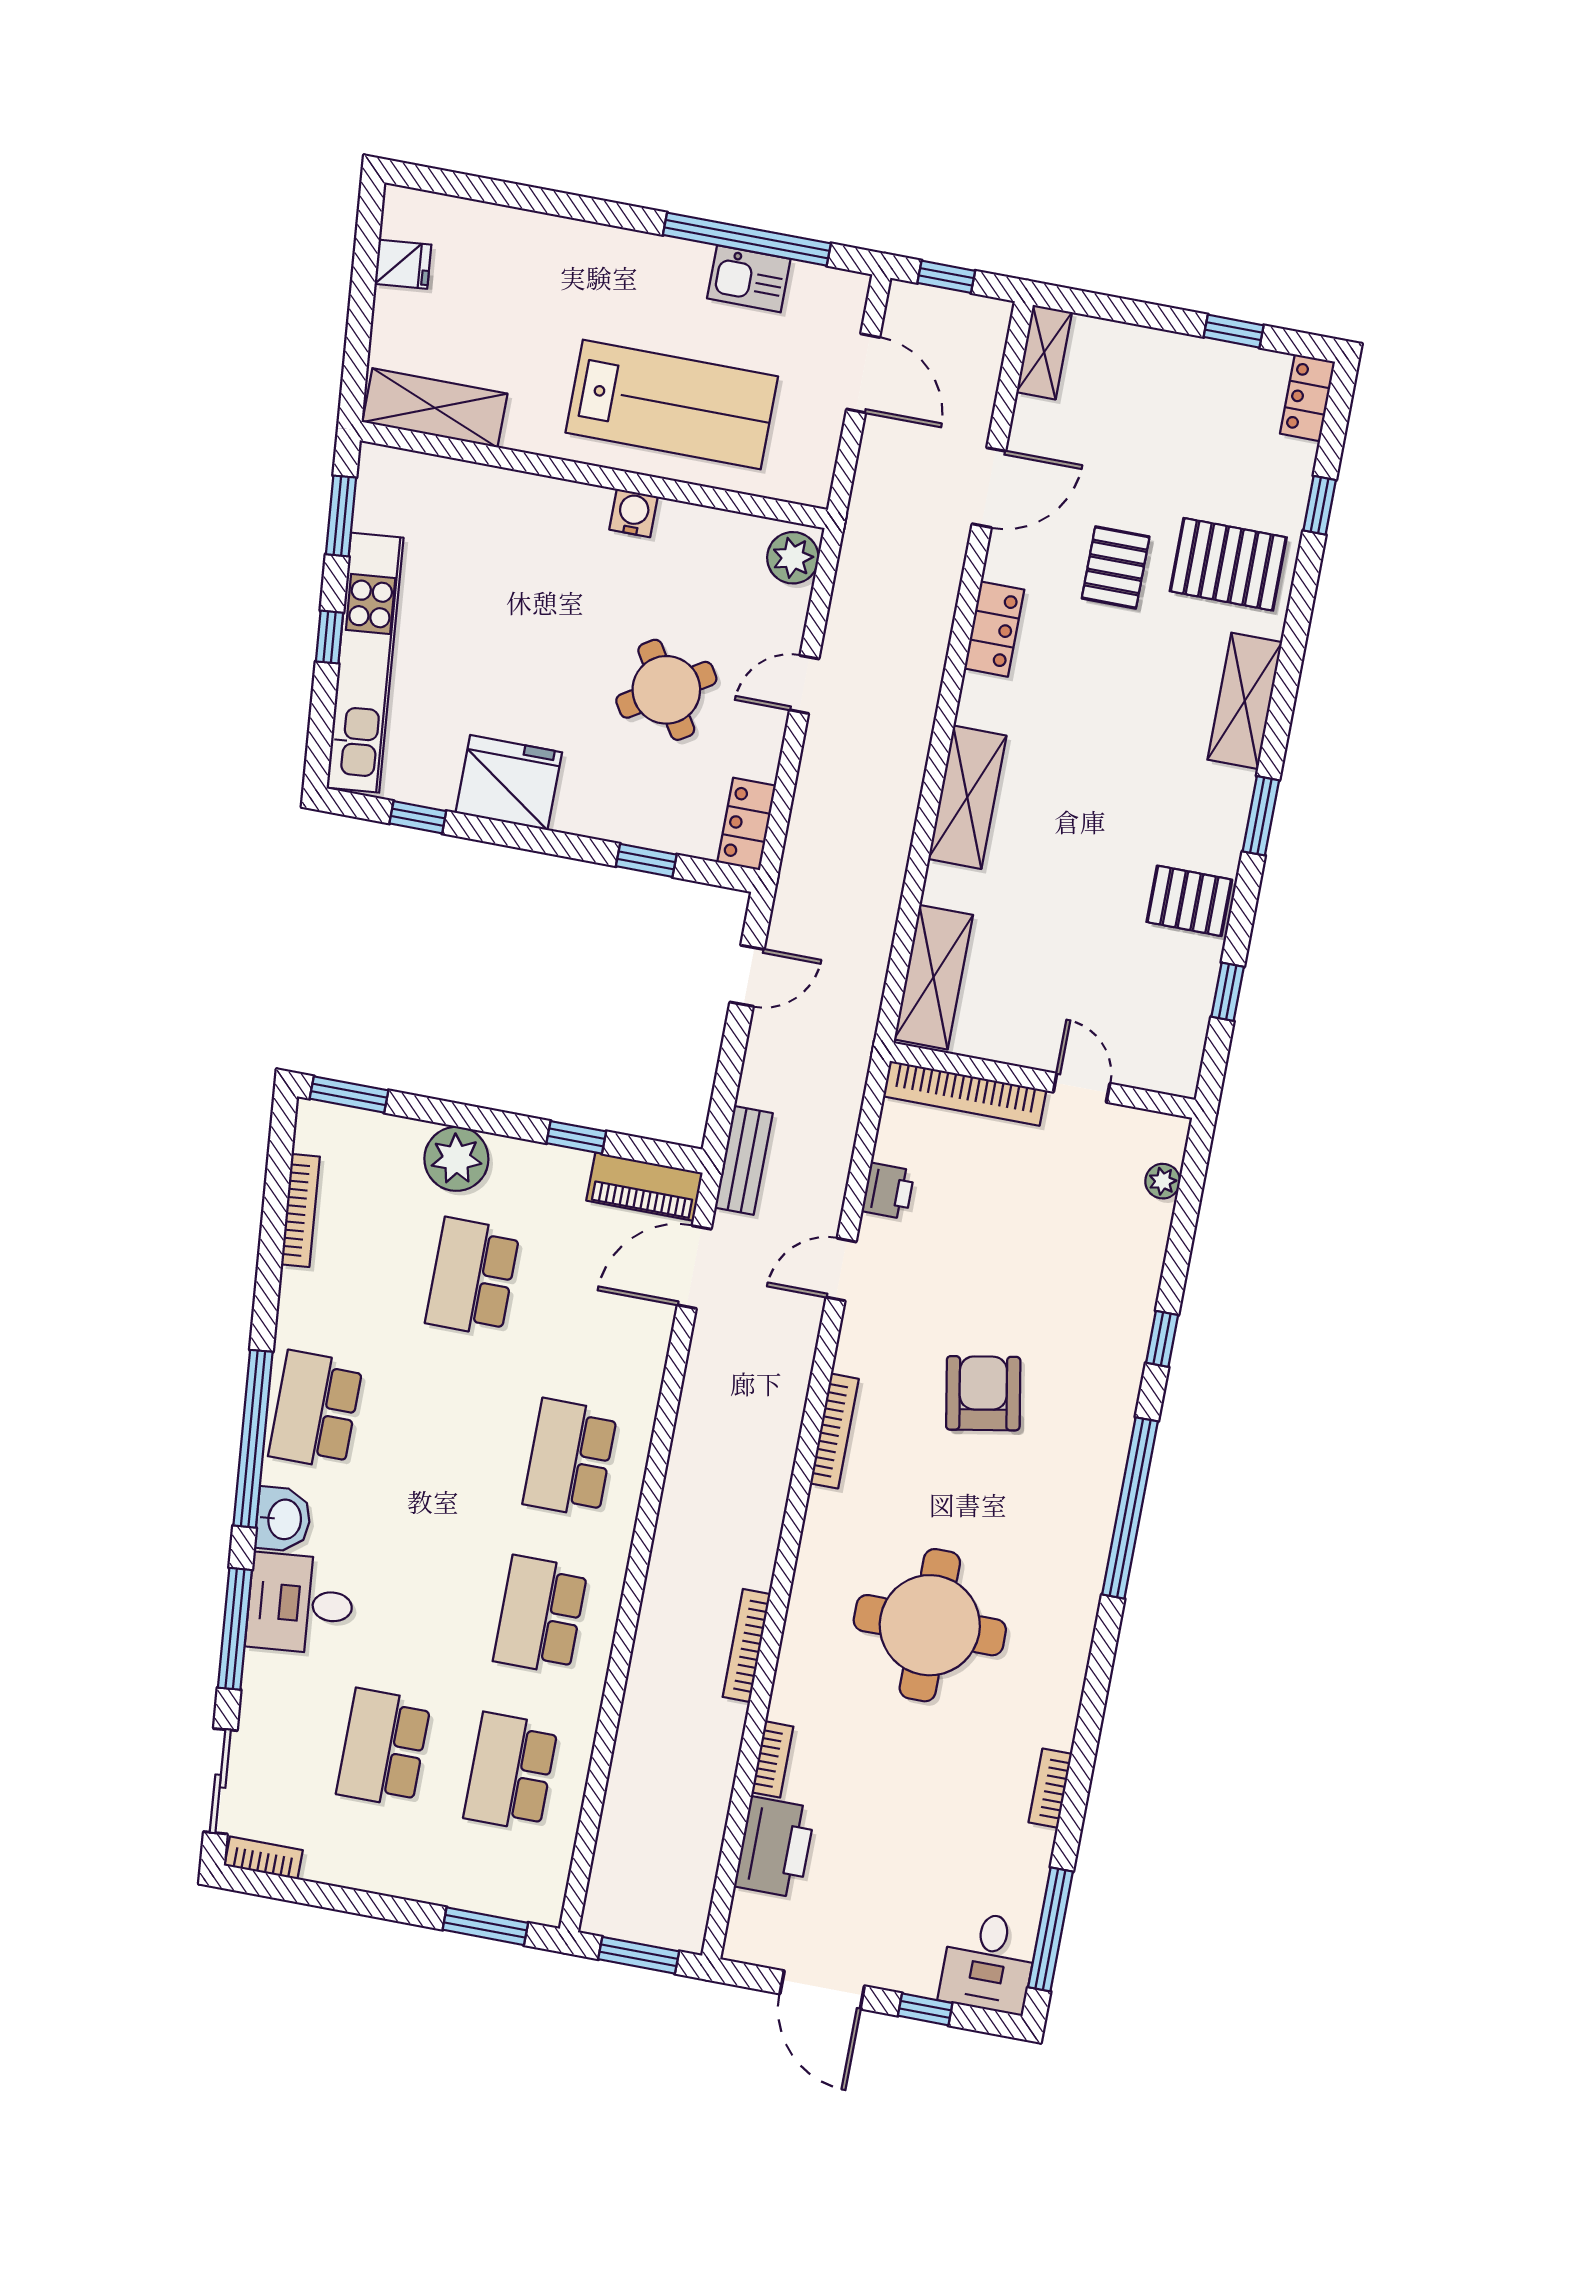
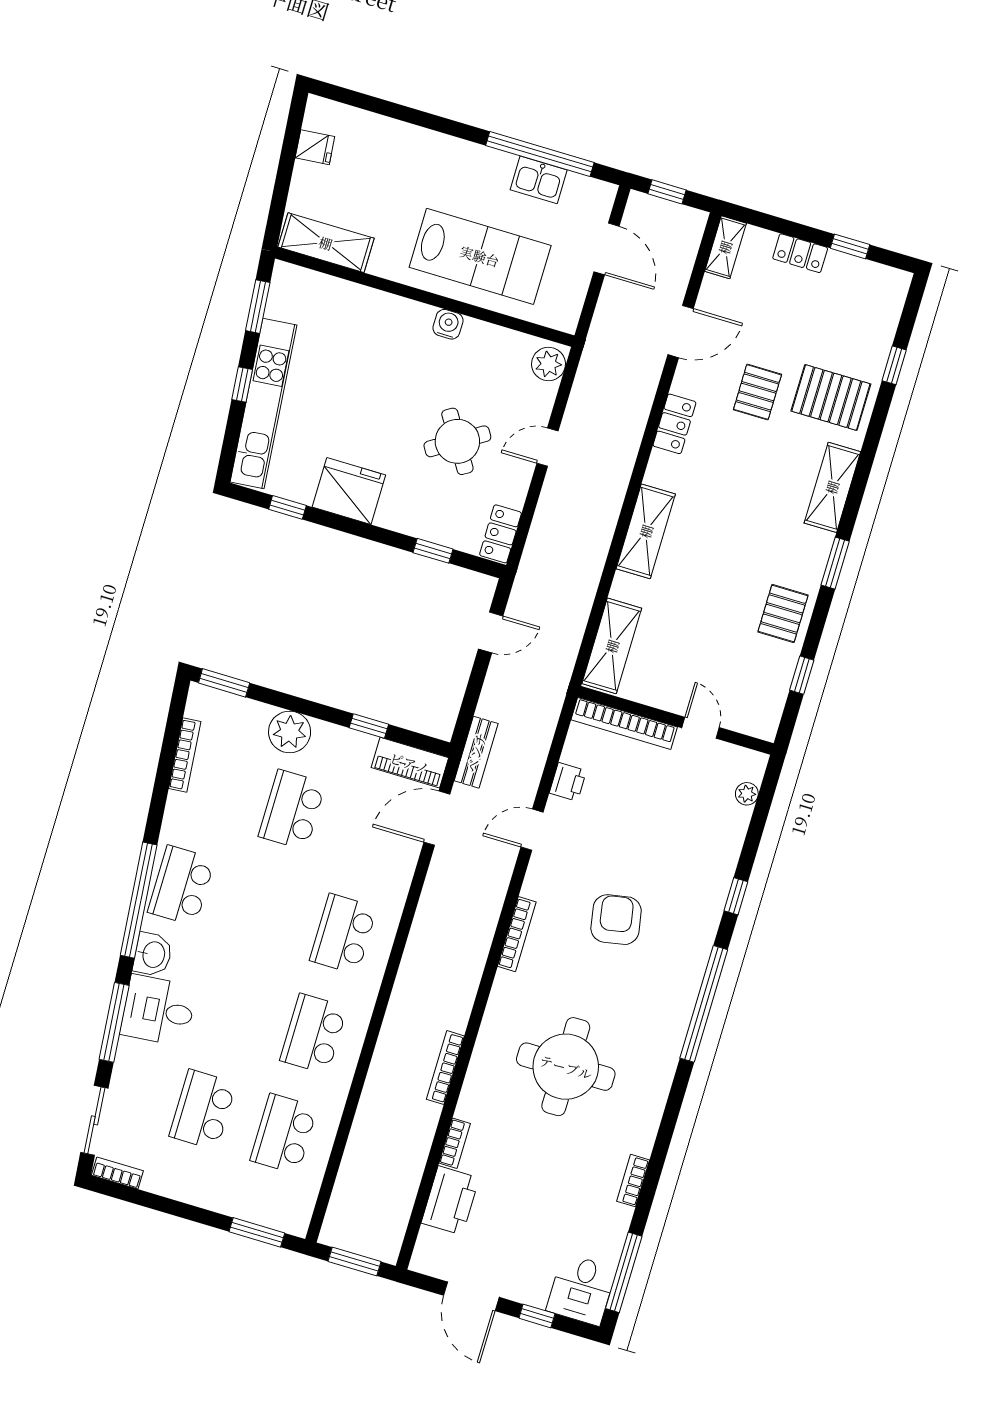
locker: (1308, 398) -> (800, 253), moved, turned -90
pallet: (1189, 901) -> (783, 614), turned 90

